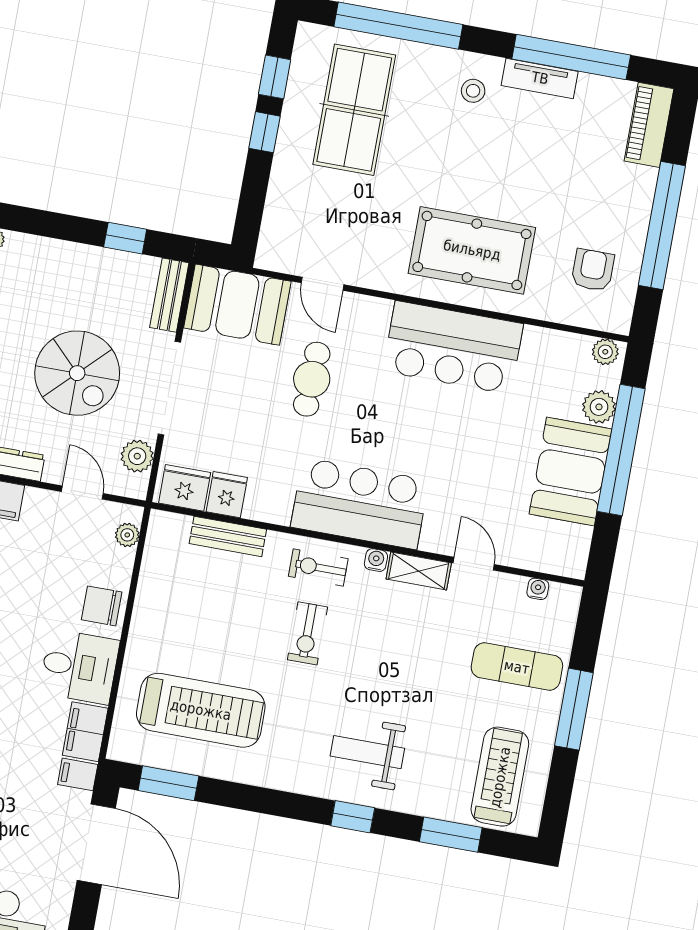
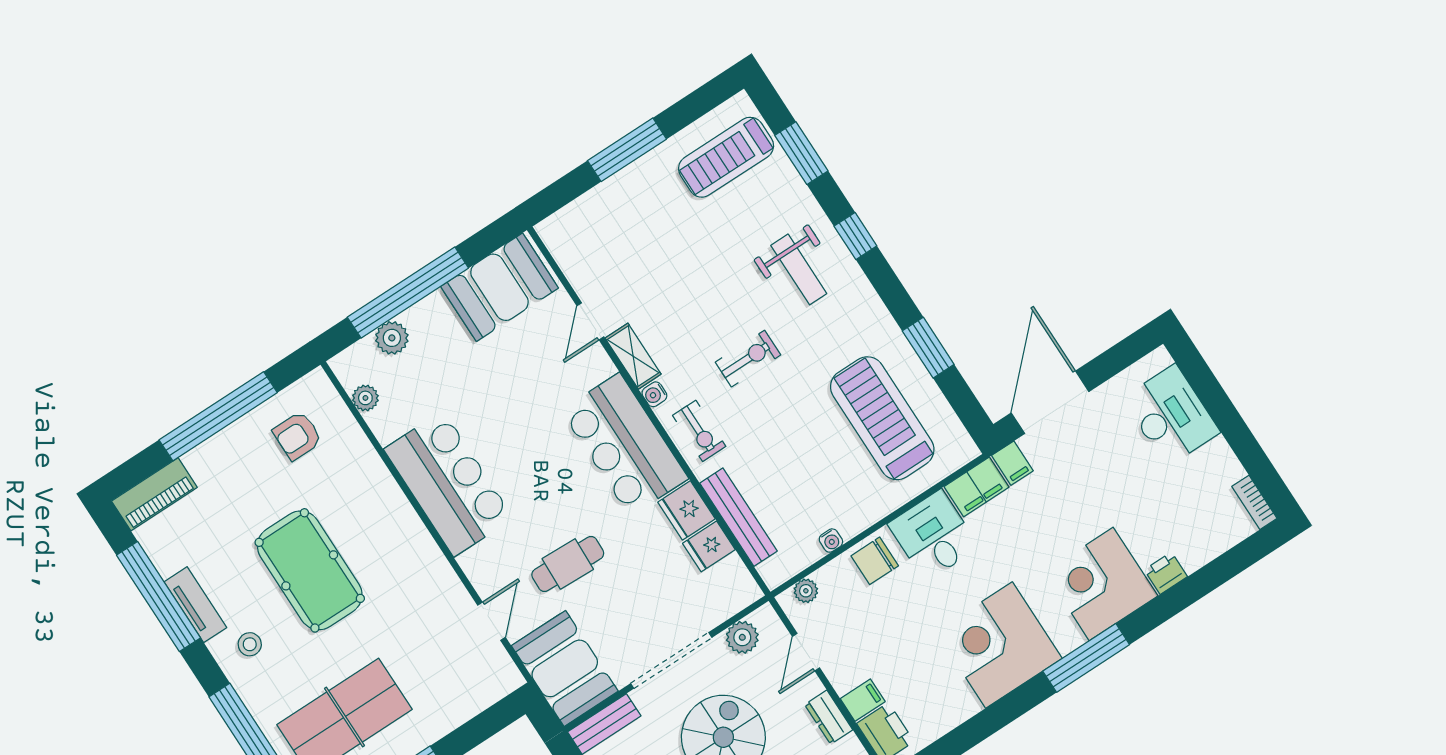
pool table: (472, 250) -> (310, 570), moved
plant: (605, 352) -> (365, 398), moved
booth: (570, 471) -> (499, 287), moved
fridge: (185, 488) -> (686, 510), moved
bench: (228, 536) -> (738, 517), width x1.36
water cooler: (538, 589) -> (831, 541), moved, turned -90
chair: (102, 606) -> (875, 561), turned 90
exercise bike: (307, 633) -> (748, 359), moved
exercise mat: (517, 667) -> (635, 220), removed
window: (168, 783) -> (928, 348), moved

